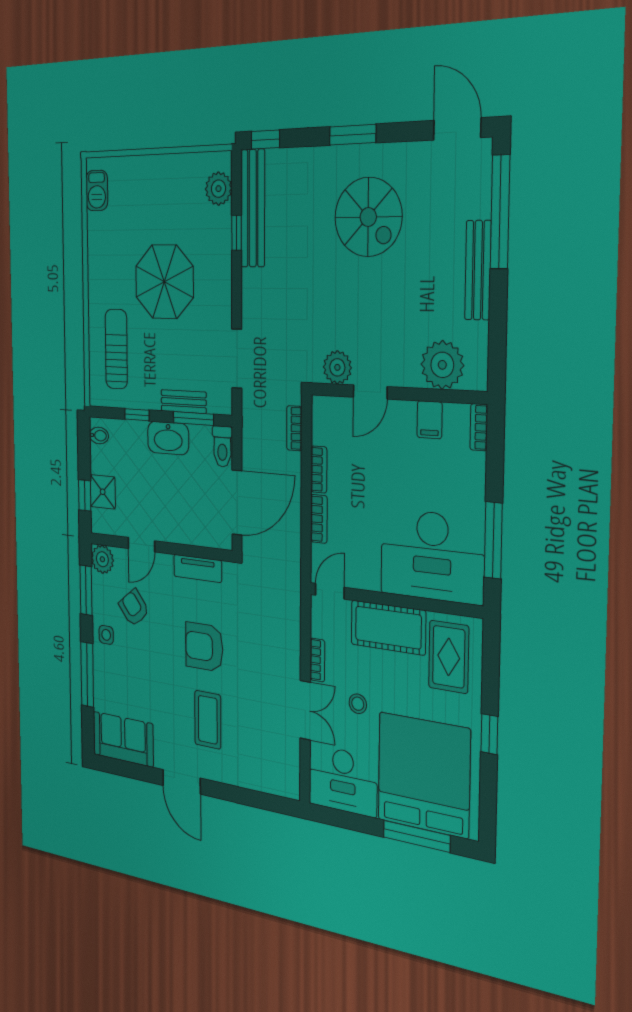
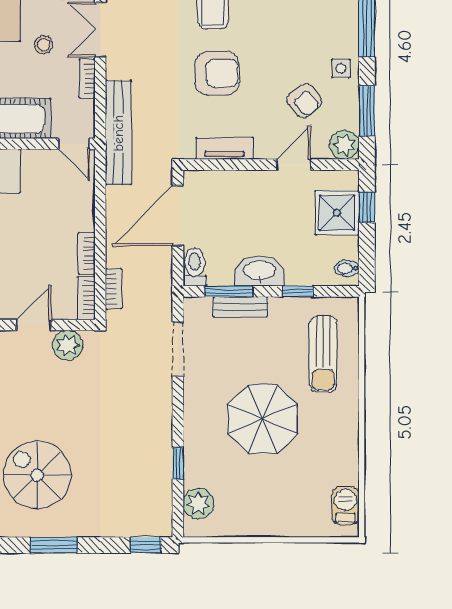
bench: (253, 208) -> (118, 133), moved
shower: (103, 492) -> (337, 213), width x1.36, depth x1.36
bookcase: (319, 519) -> (86, 298), moved
door: (330, 591) -> (74, 144), hinge flipped

